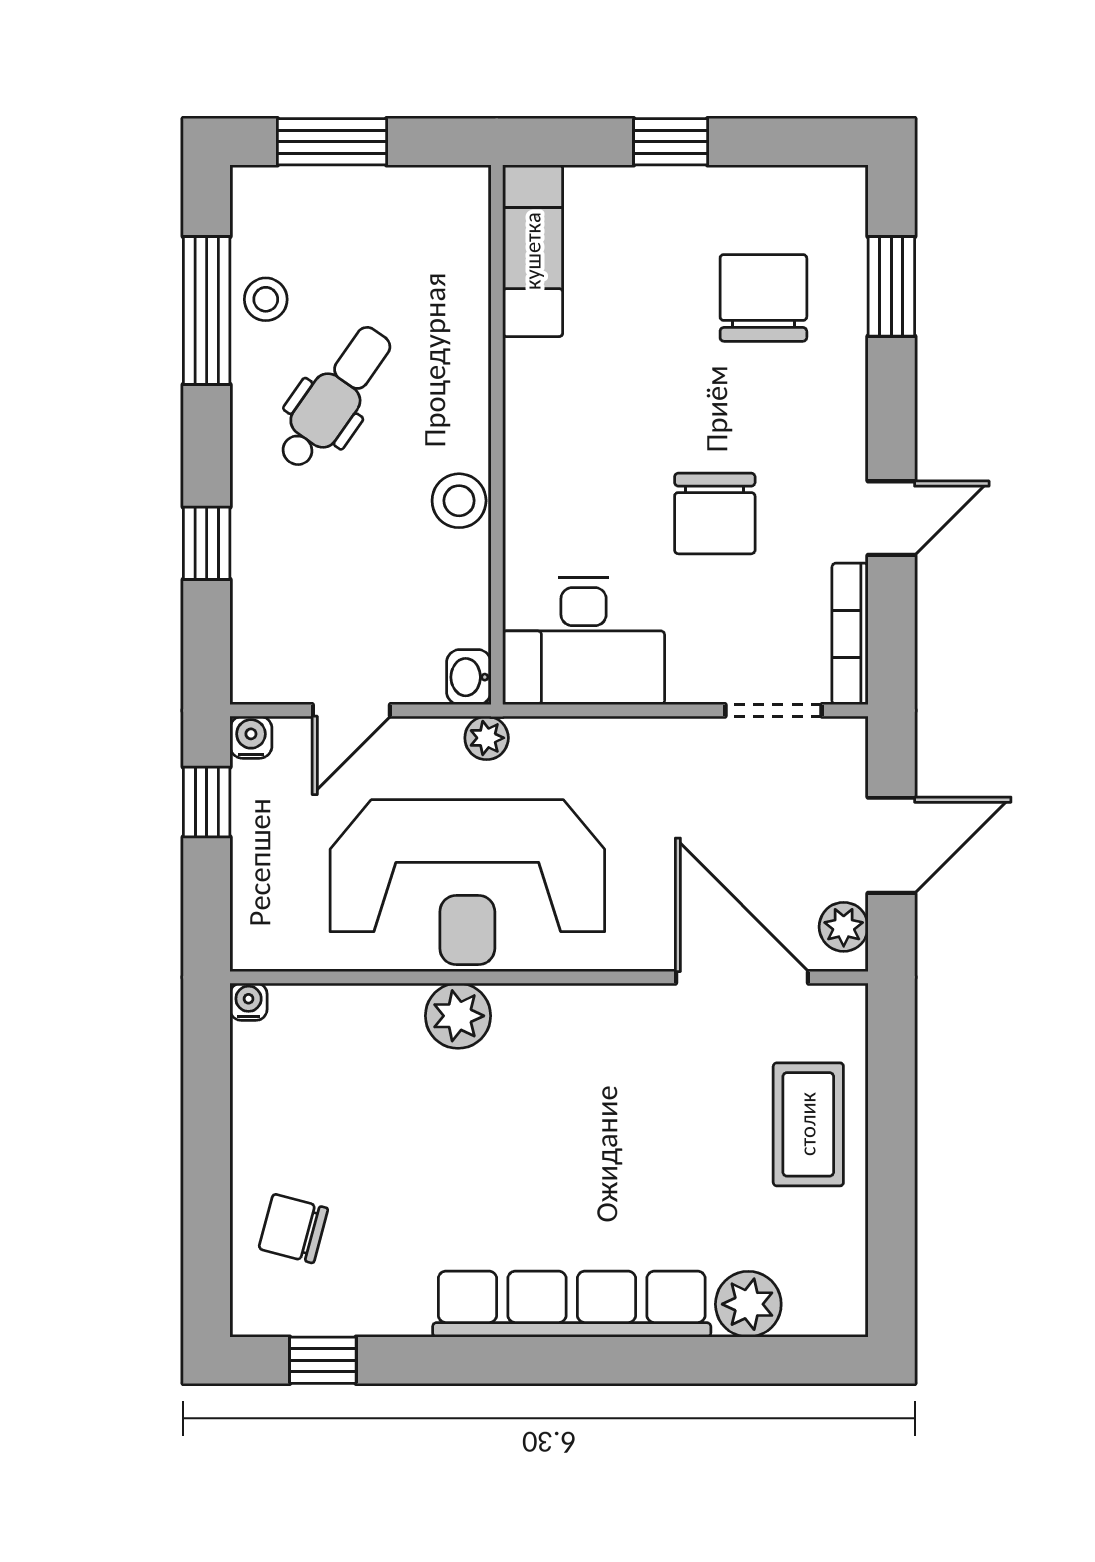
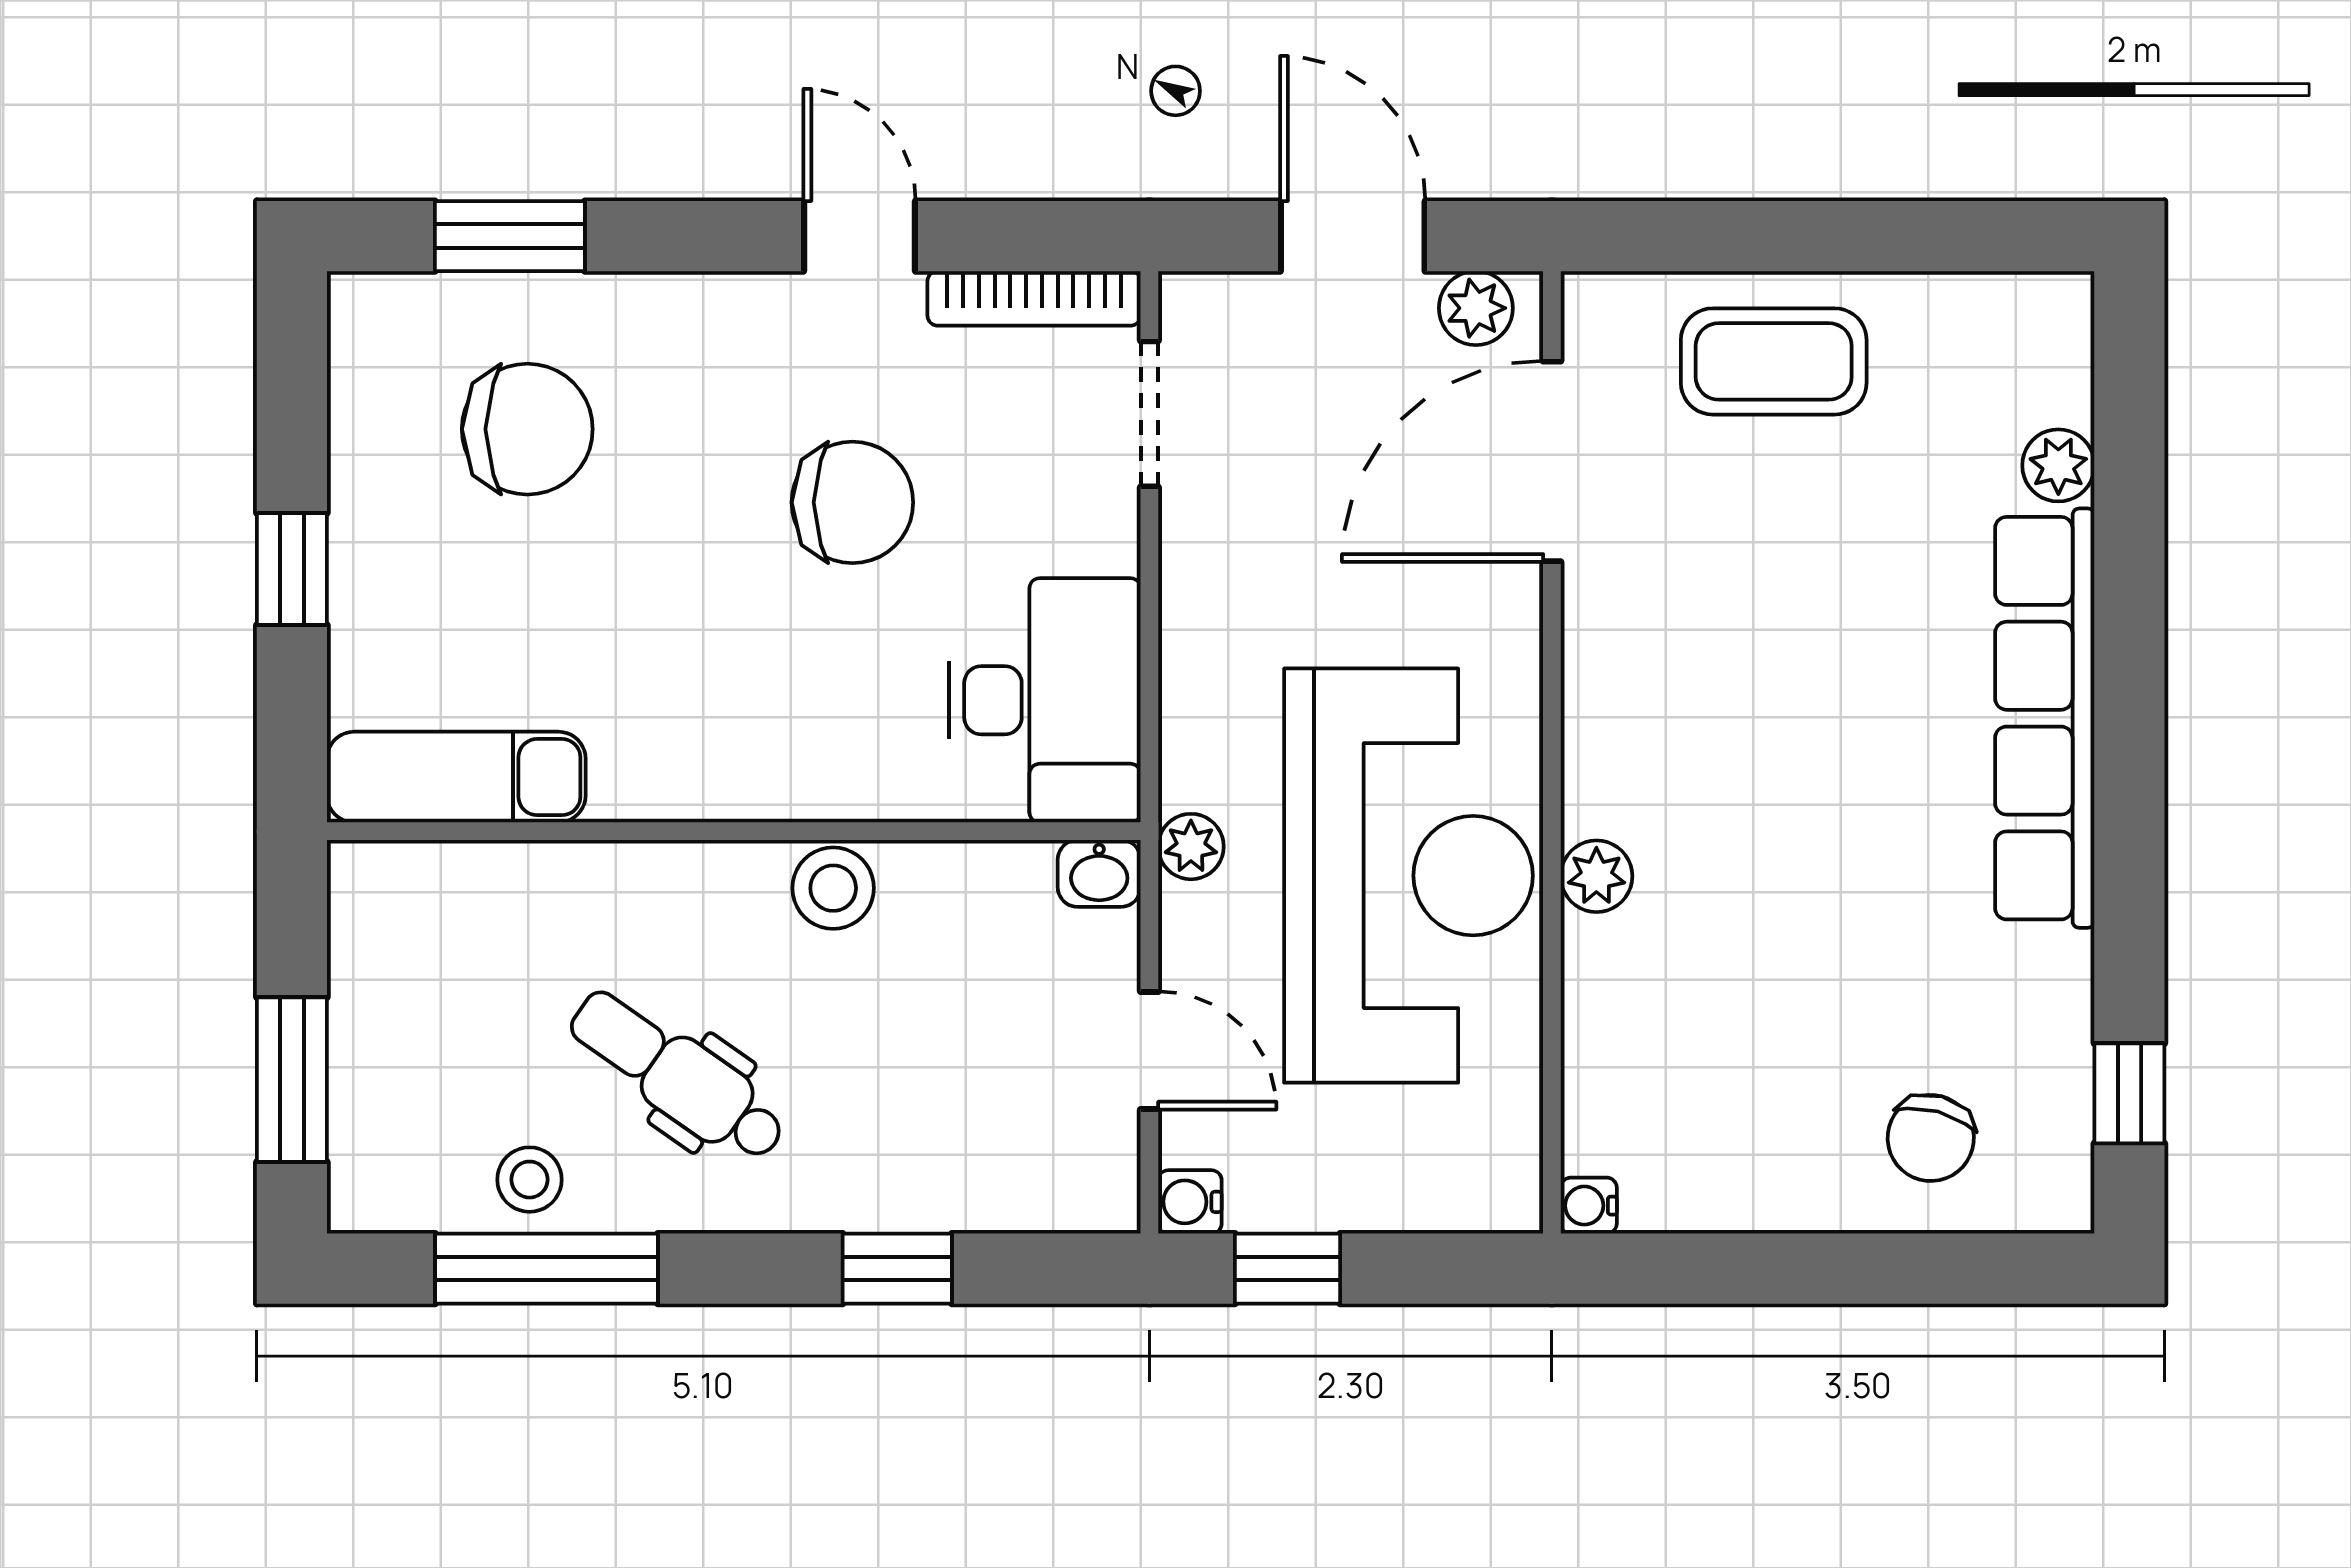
chair: (763, 298) -> (527, 429), turned 180
plant: (458, 1016) -> (1596, 876), width x0.73, depth x0.73
plant: (748, 1304) -> (2058, 465), width x0.73, depth x0.73

